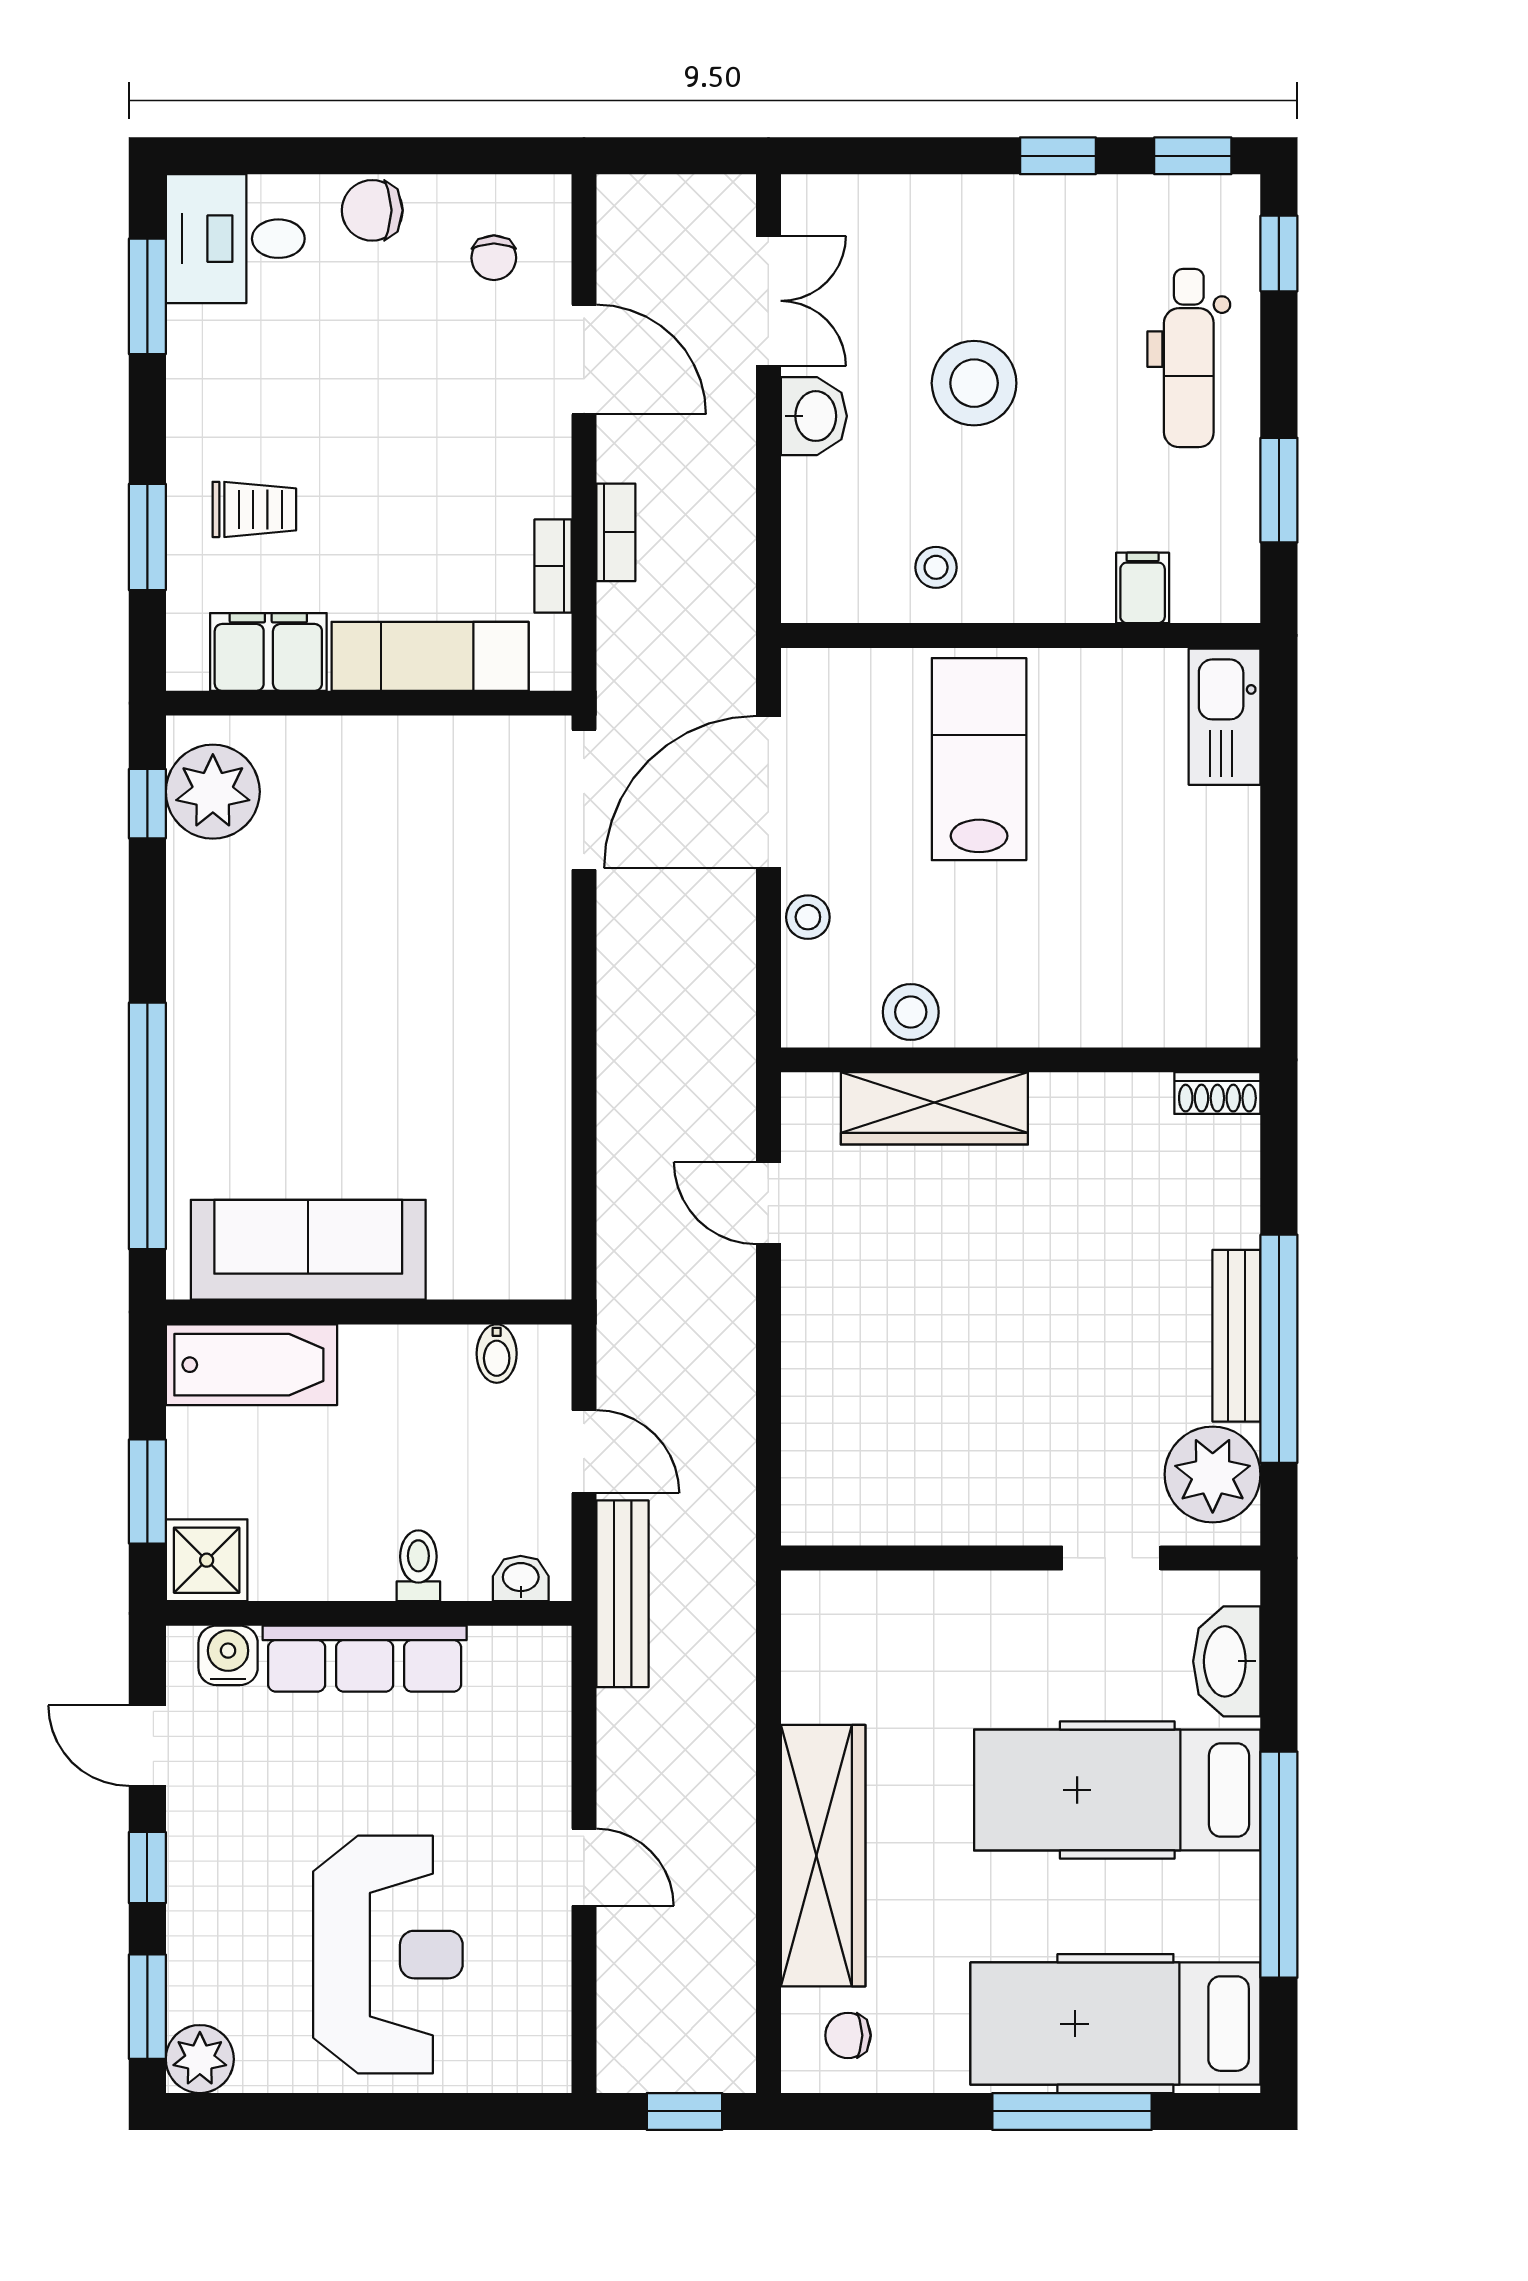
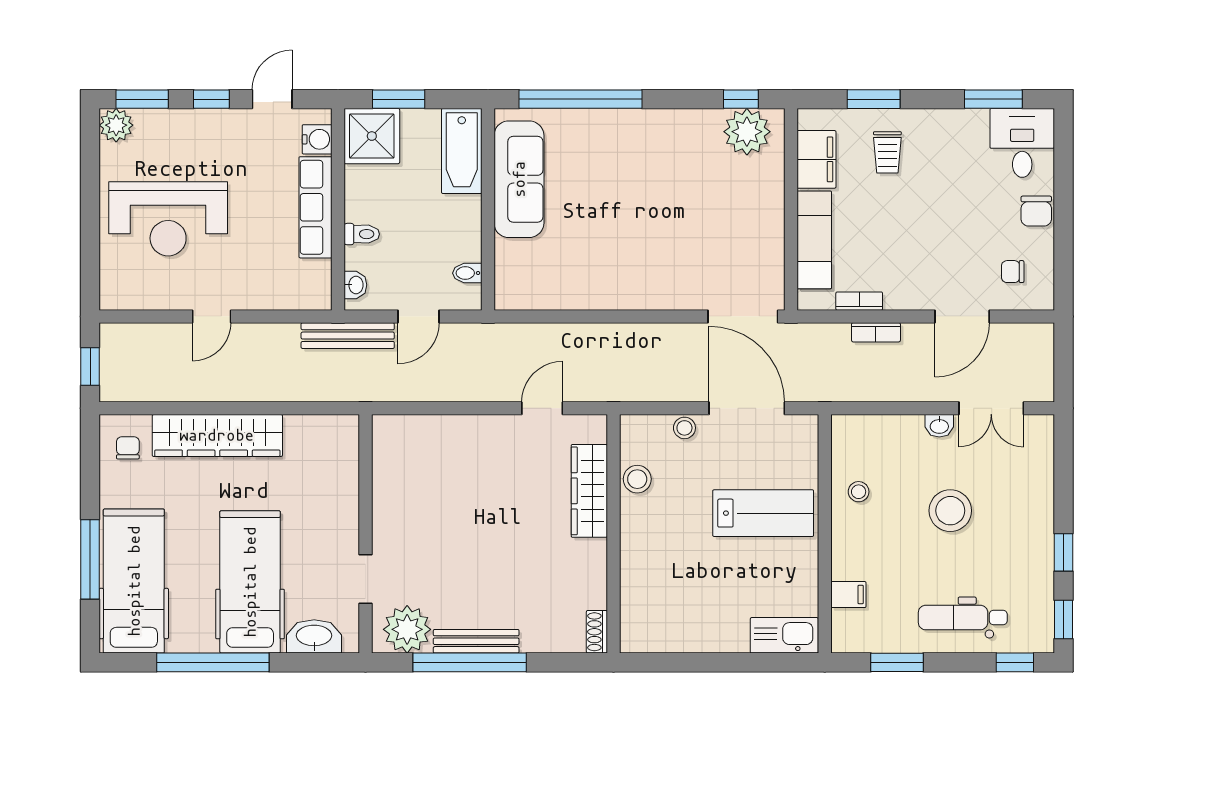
chair: (372, 210) -> (1036, 211), turned 180
washbasin: (814, 416) -> (939, 426), width x0.72, depth x0.69
shower: (207, 1560) -> (372, 136), width x1.36, depth x1.36

